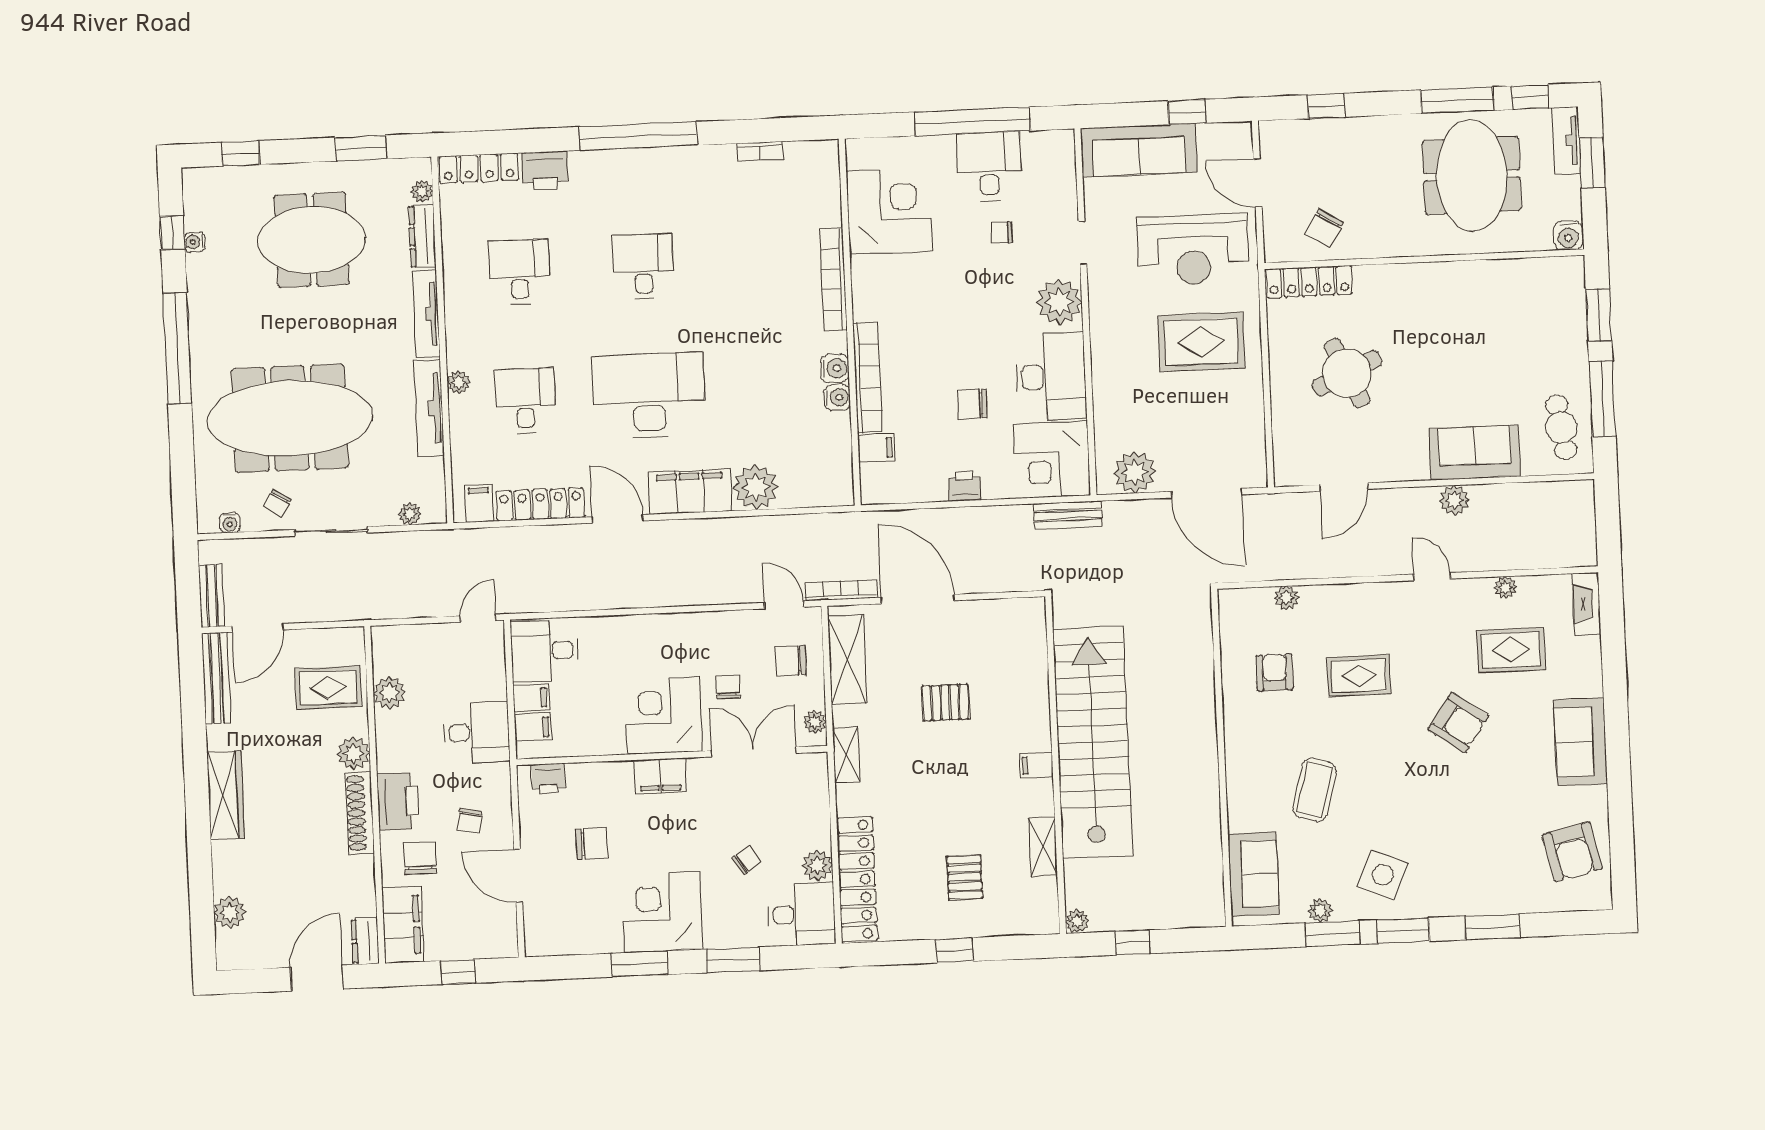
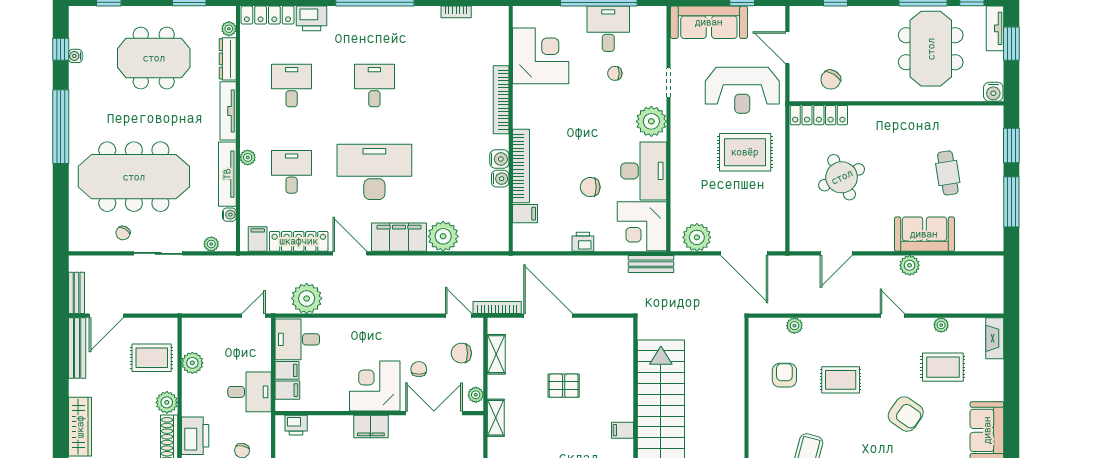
cafe table: (1561, 427) -> (948, 173), moved
water cooler: (230, 523) -> (229, 215), moved, turned -90
plant: (556, 589) -> (307, 298), added
shelving: (847, 660) -> (496, 354), width x0.67, depth x0.75

